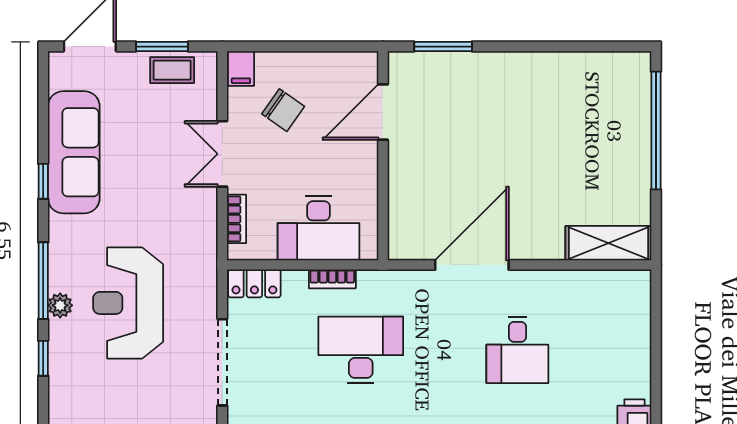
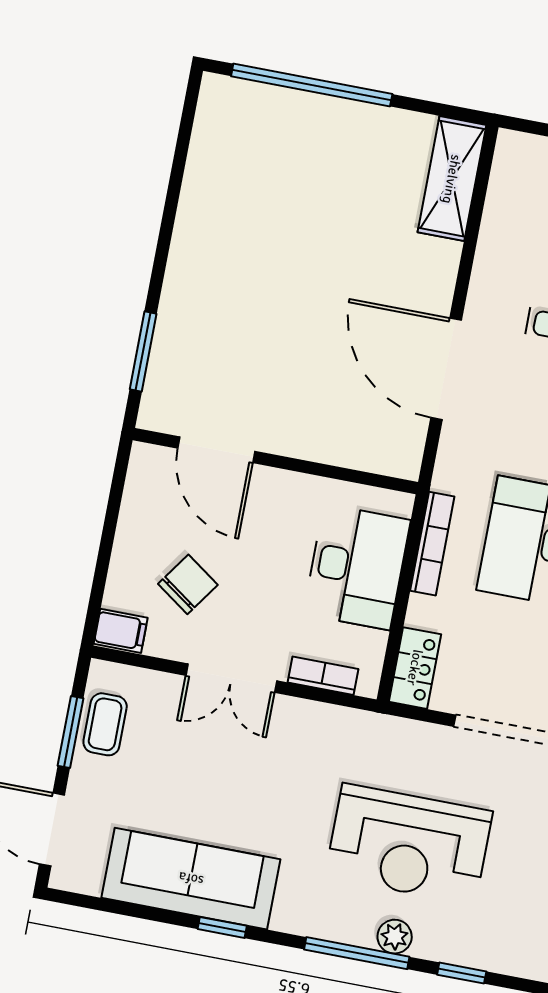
bookcase: (332, 279) -> (432, 544), width x1.56

